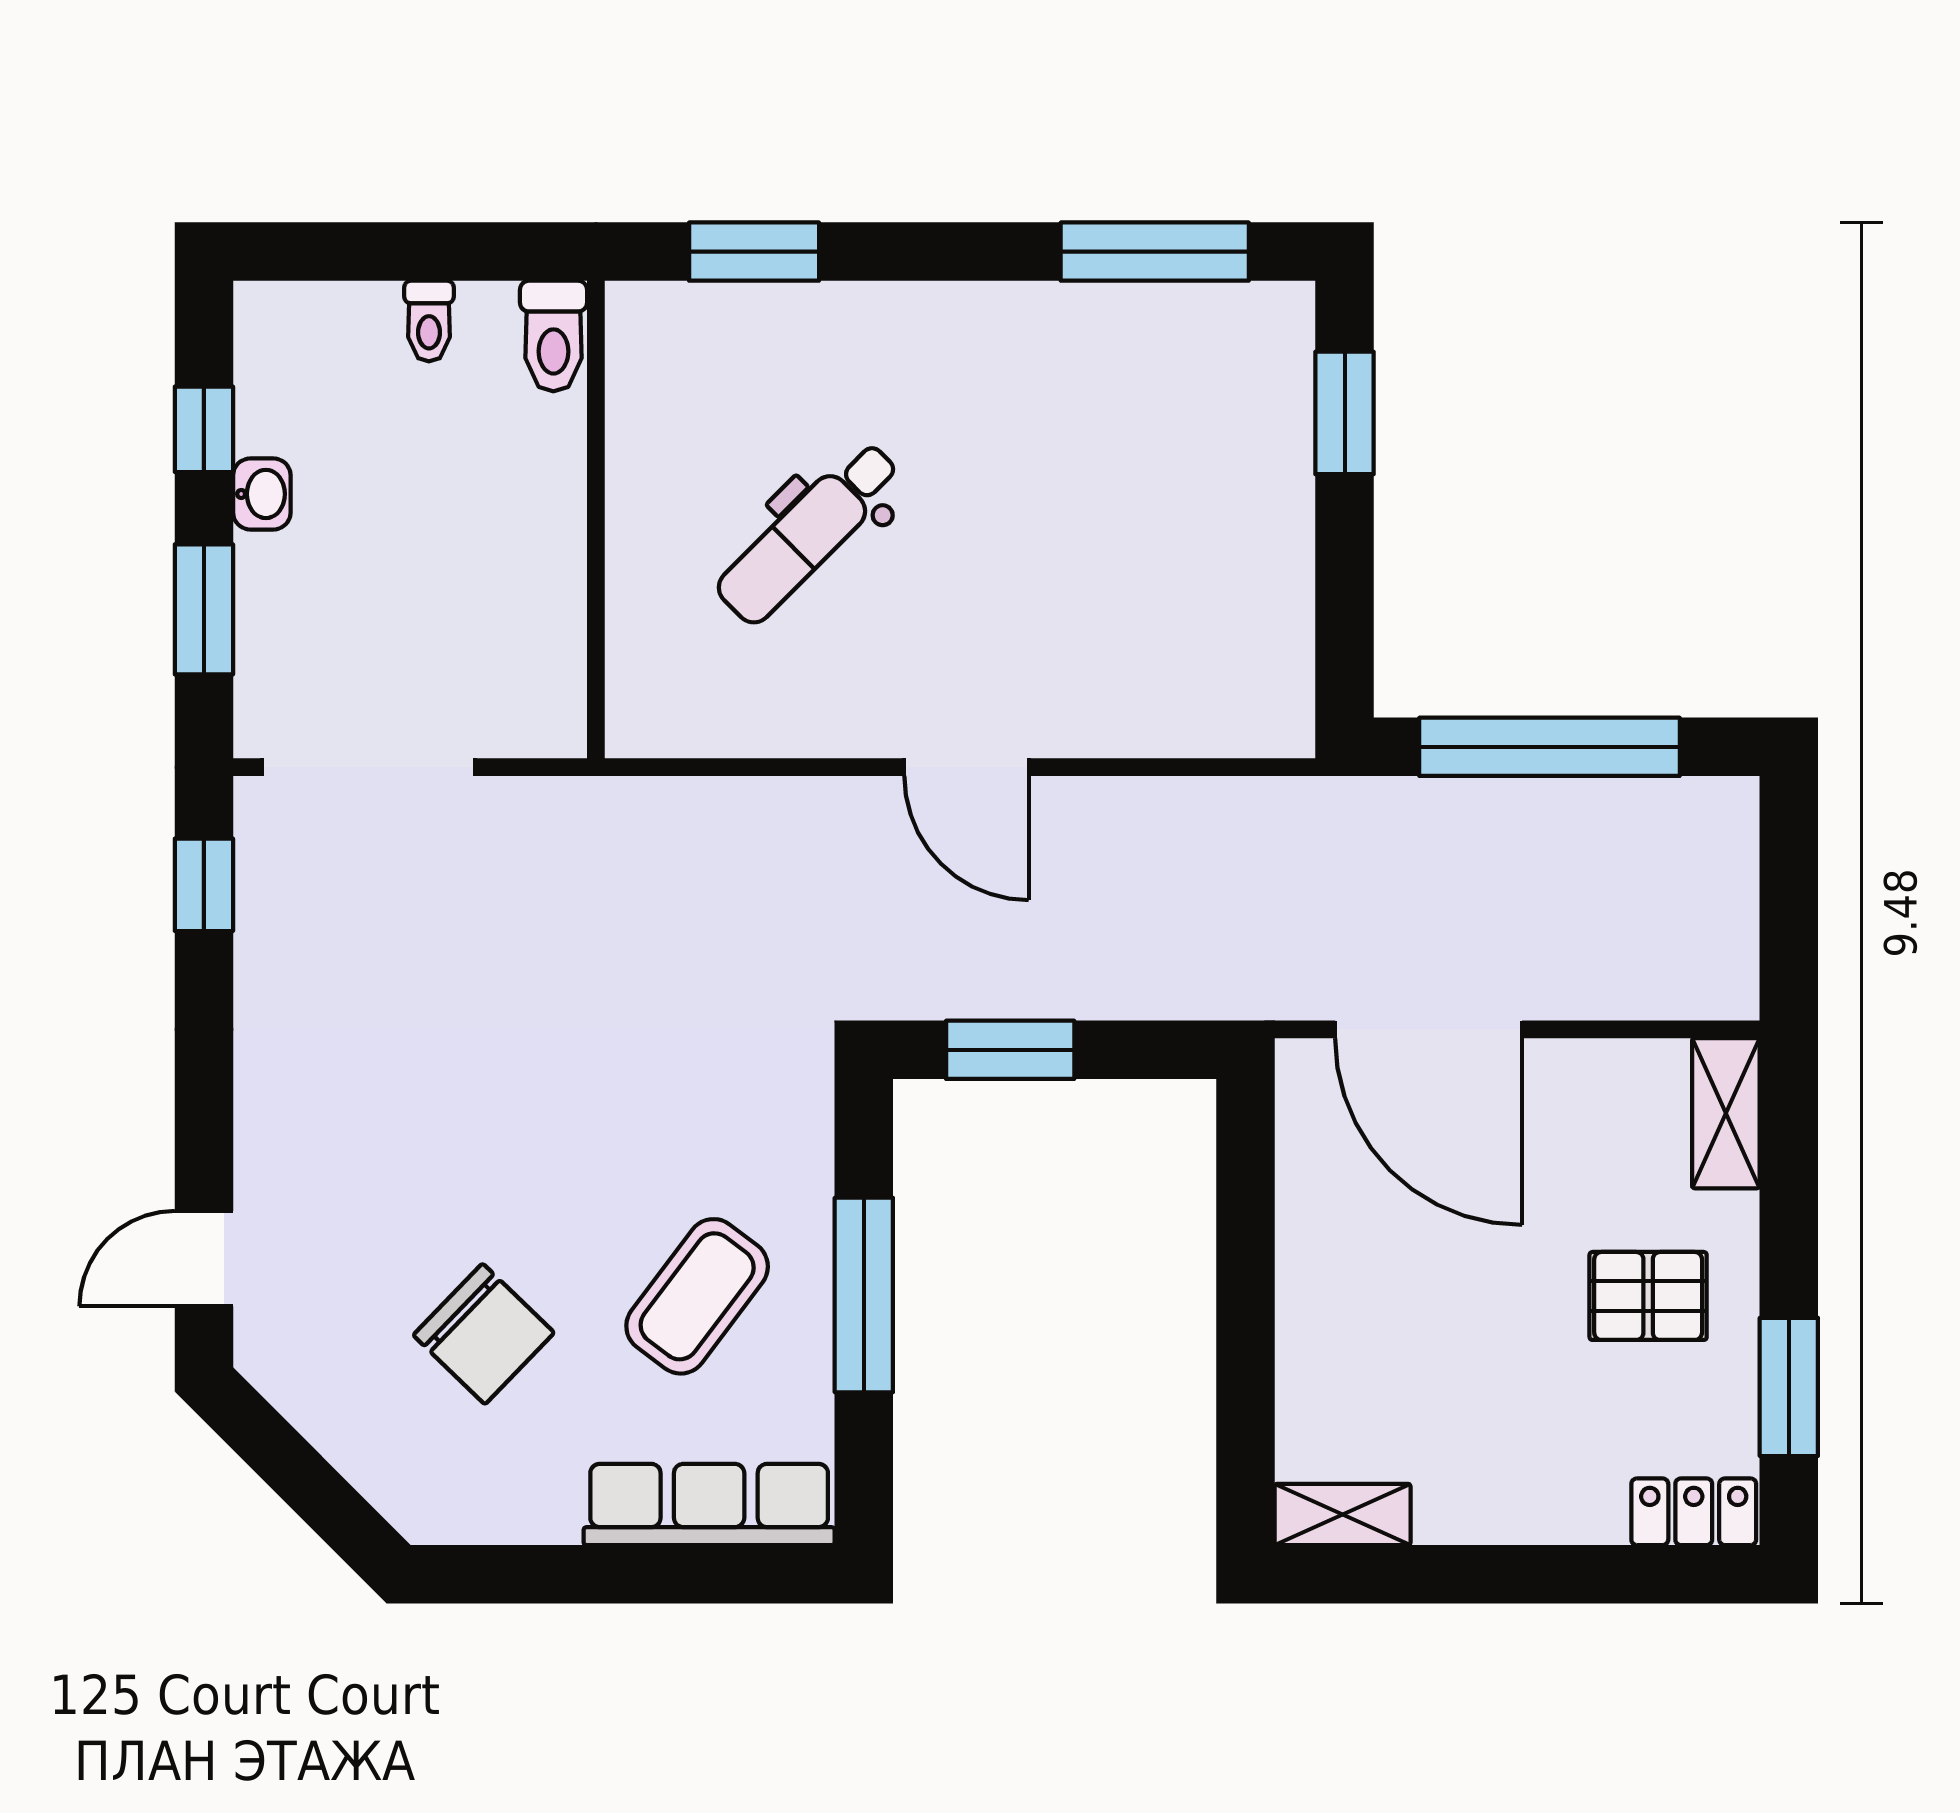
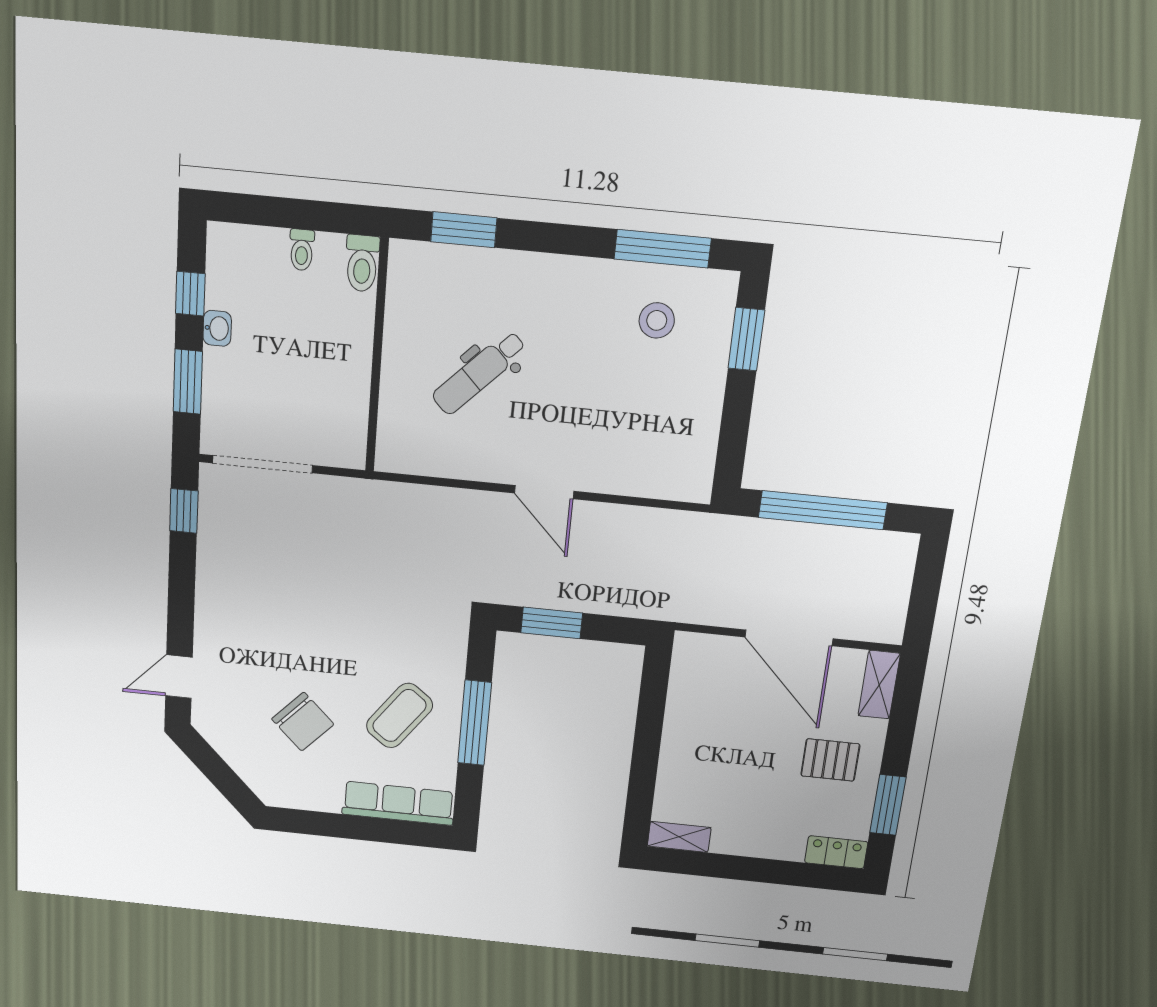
stool: (1160, 393) -> (657, 320), added
door: (1429, 1029) -> (789, 638), moved

